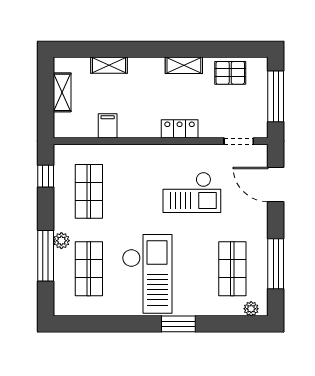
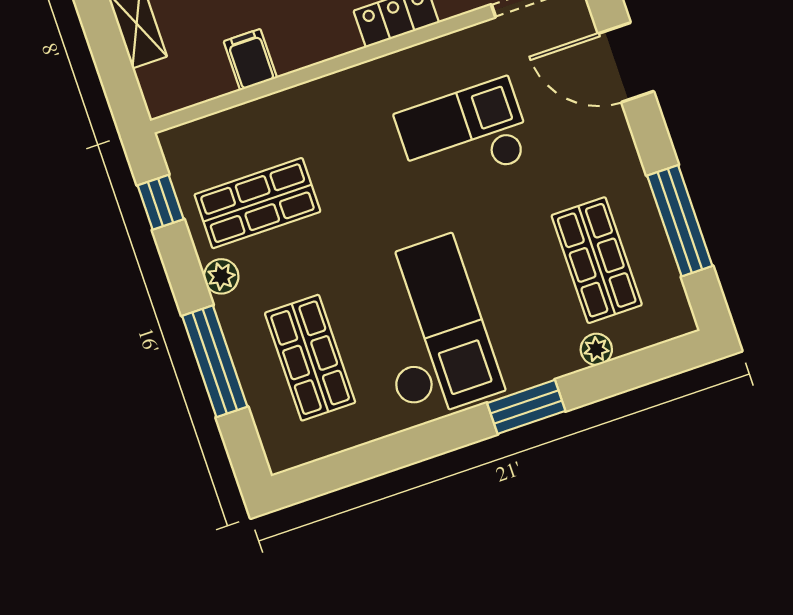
shop shelf: (89, 191) -> (257, 203), turned 90
checkout: (192, 192) -> (464, 135), turned 180
plant: (61, 241) -> (221, 276), moved
plant: (251, 309) -> (596, 349), moved

